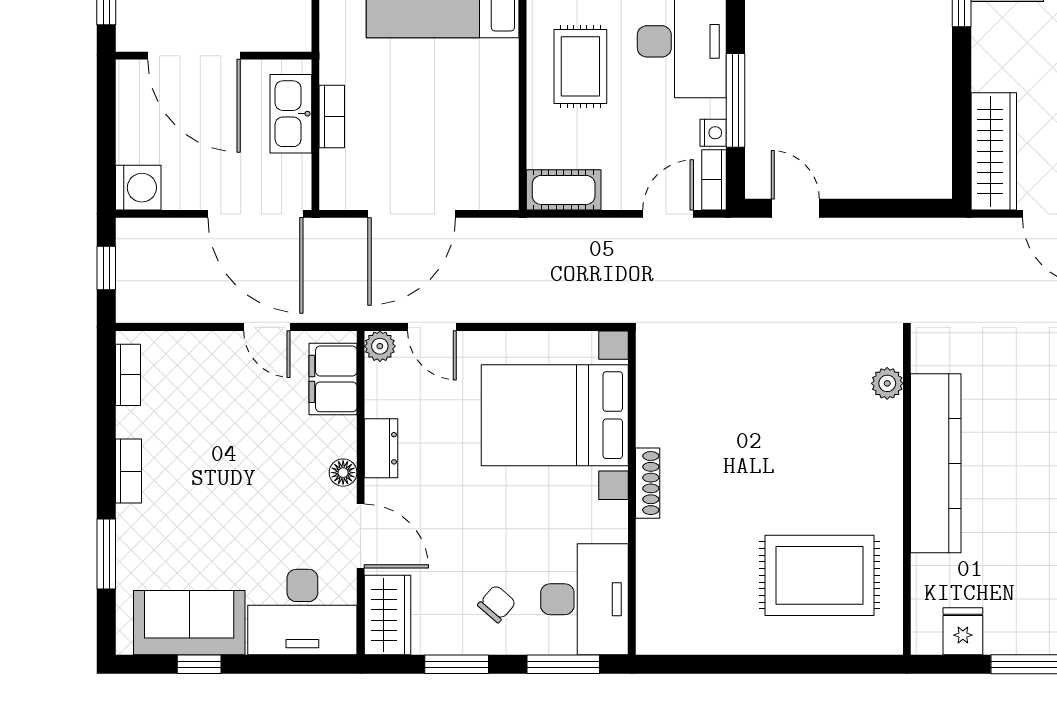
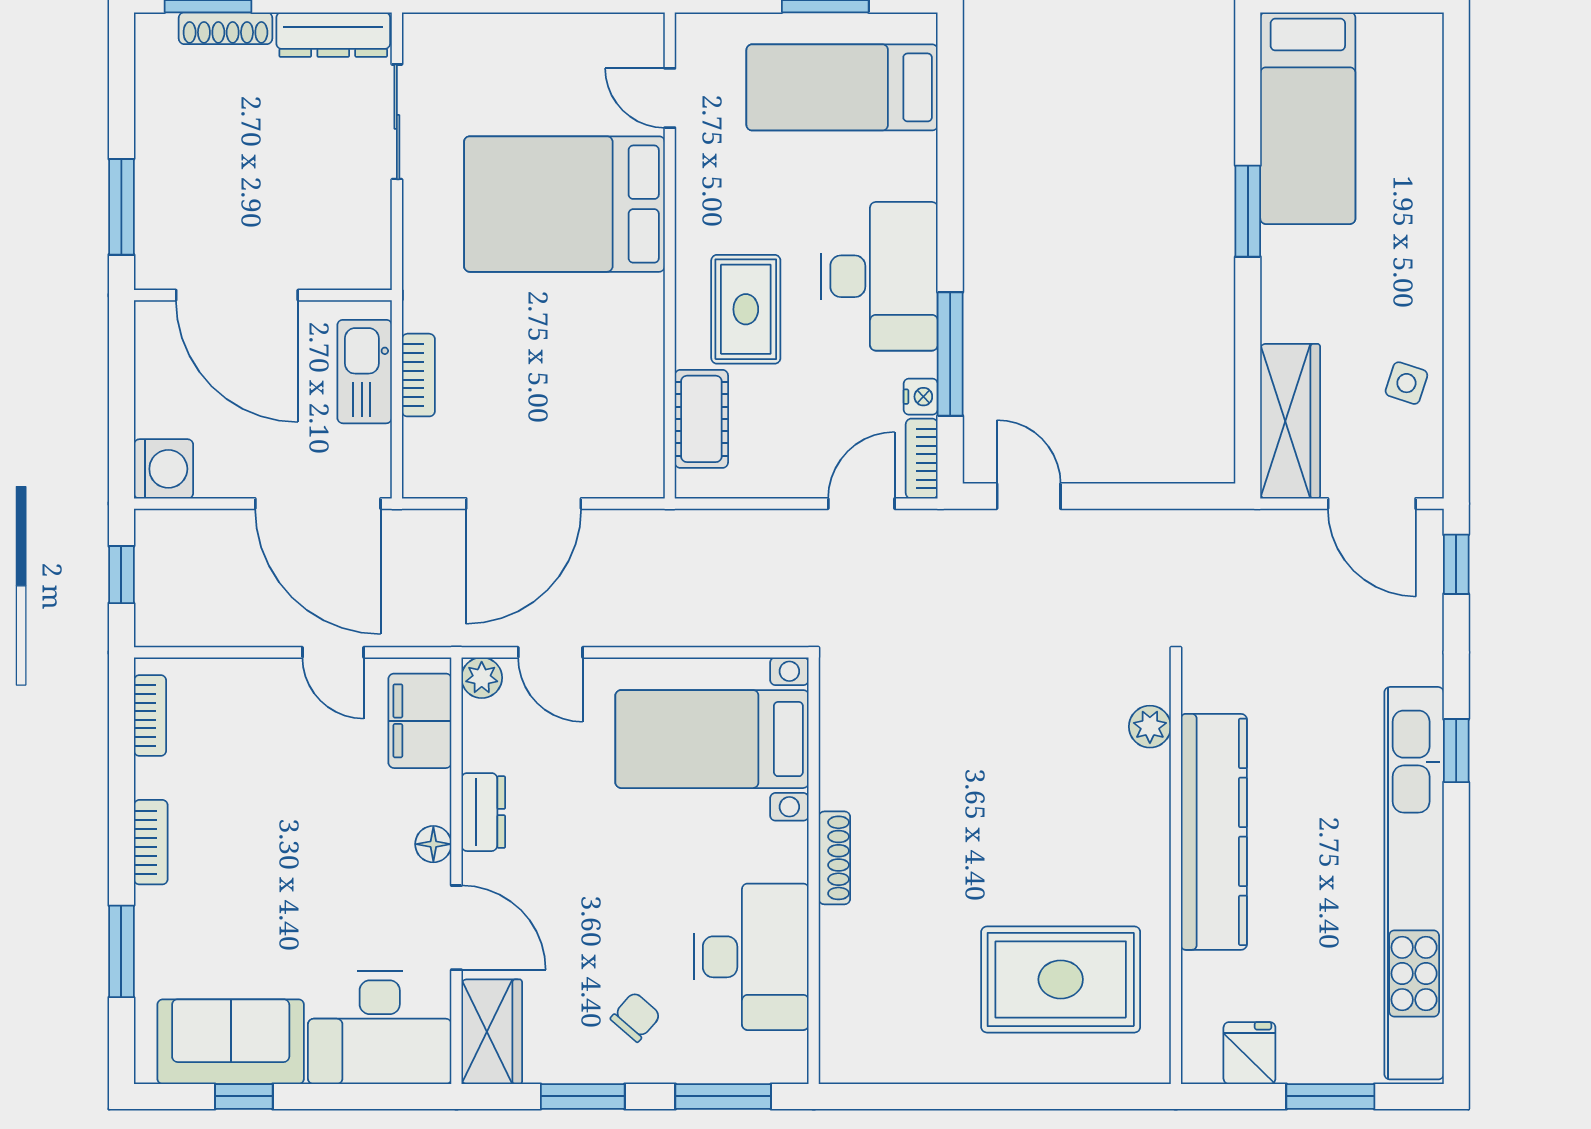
cot: (564, 190) -> (701, 419), moved, turned 90
bed with nightstands: (555, 415) -> (712, 739), width x0.73
desk: (584, 599) -> (751, 957), moved

